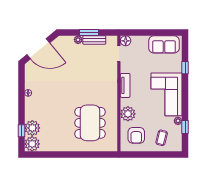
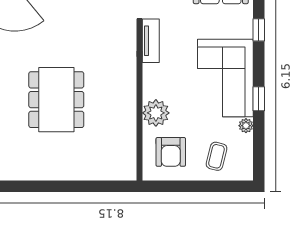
tv unit: (125, 85) -> (151, 41), moved
dining table: (90, 123) -> (56, 100), moved
window: (185, 127) -> (259, 99), moved

